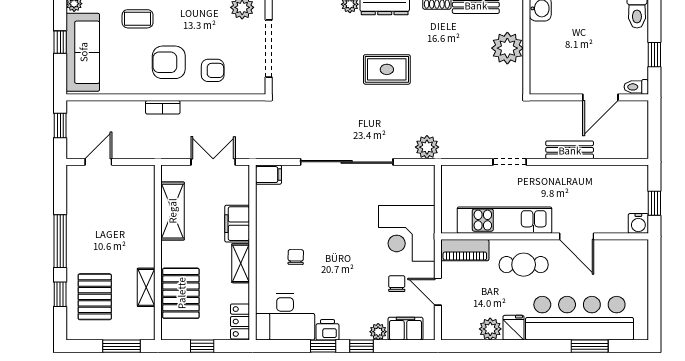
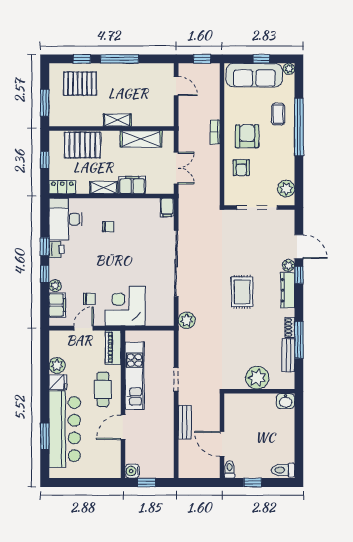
shelving: (146, 287) -> (117, 120), moved

